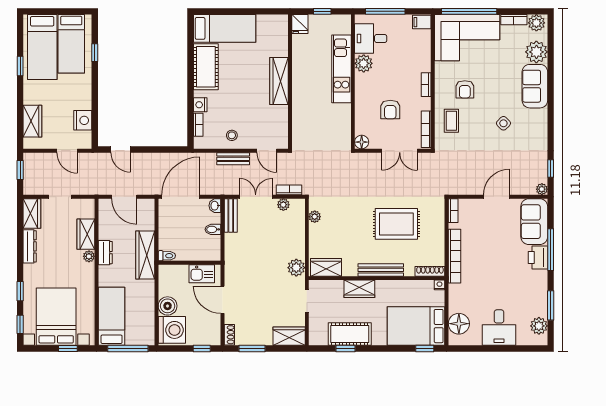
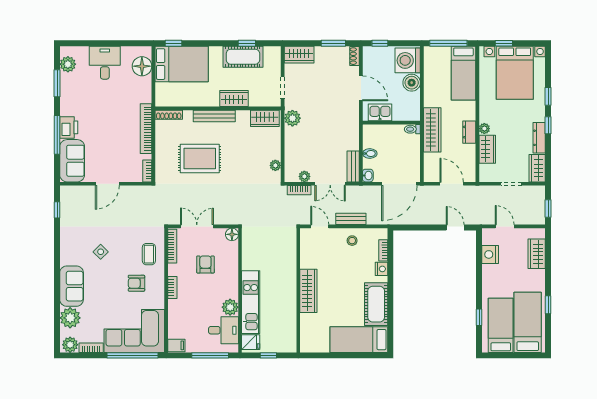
fridge: (300, 24) -> (251, 342), moved, turned 90
armchair: (465, 89) -> (136, 283), turned -90
plant: (542, 189) -> (65, 191), removed
nightstand: (439, 285) -> (160, 102), removed
window: (20, 324) -> (548, 125), moved

